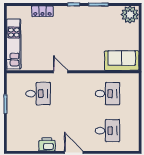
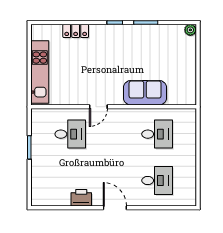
plant: (130, 15) -> (190, 30), width x0.53, depth x0.53
sofa: (122, 61) -> (145, 93), moved
door: (61, 72) -> (98, 107), swing flipped

